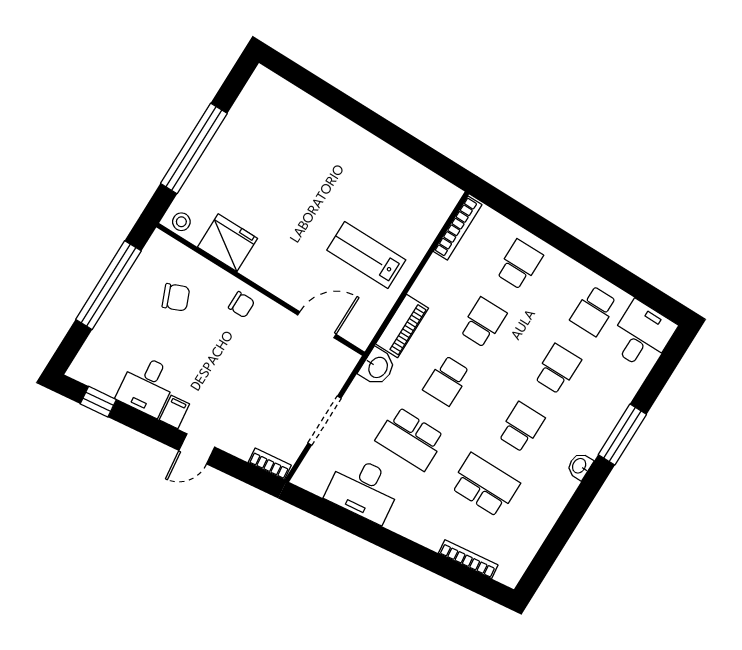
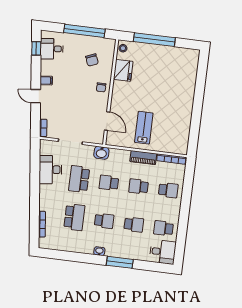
school desk: (483, 322) -> (139, 186), turned 180
piano: (402, 326) -> (143, 158), moved
desk: (147, 386) -> (52, 49), moved

